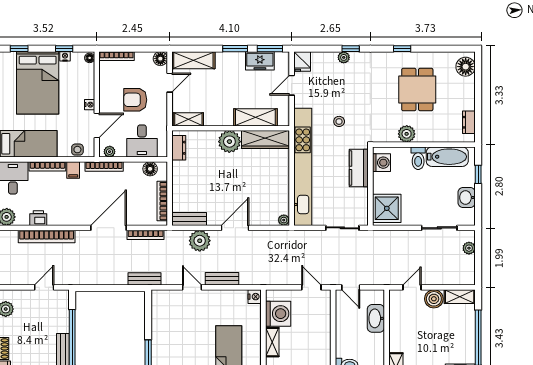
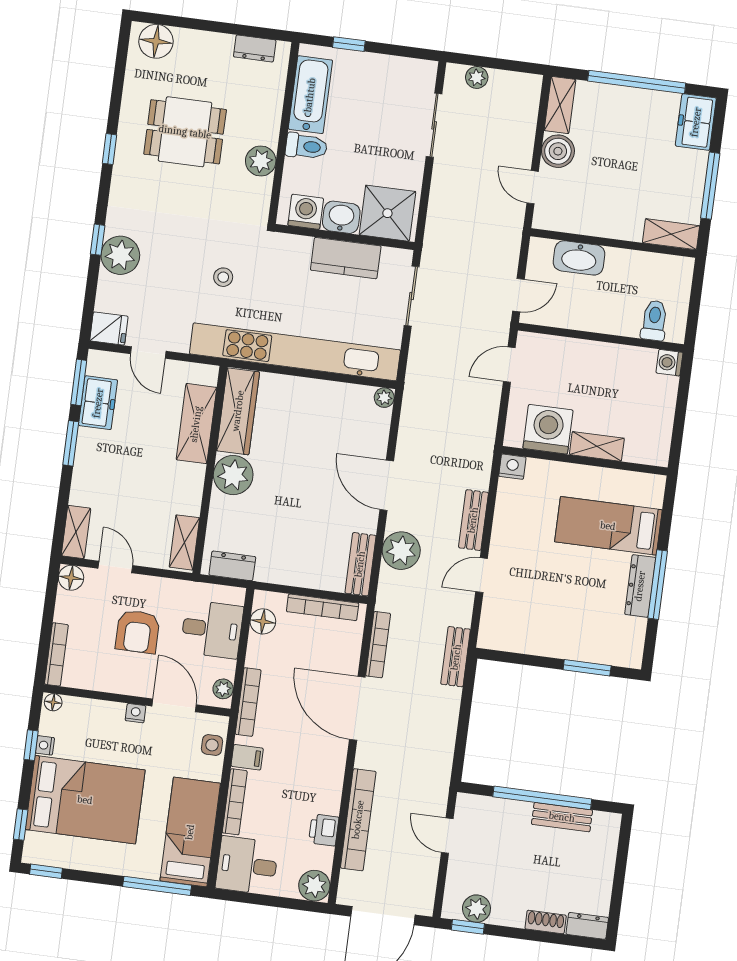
plant: (344, 57) -> (120, 255), width x1.87, depth x1.87
shelving: (193, 60) -> (76, 532), width x0.67, depth x0.75
kitchen counter: (359, 168) -> (346, 258), moved
washbasin: (467, 198) -> (341, 217), moved, turned 180

